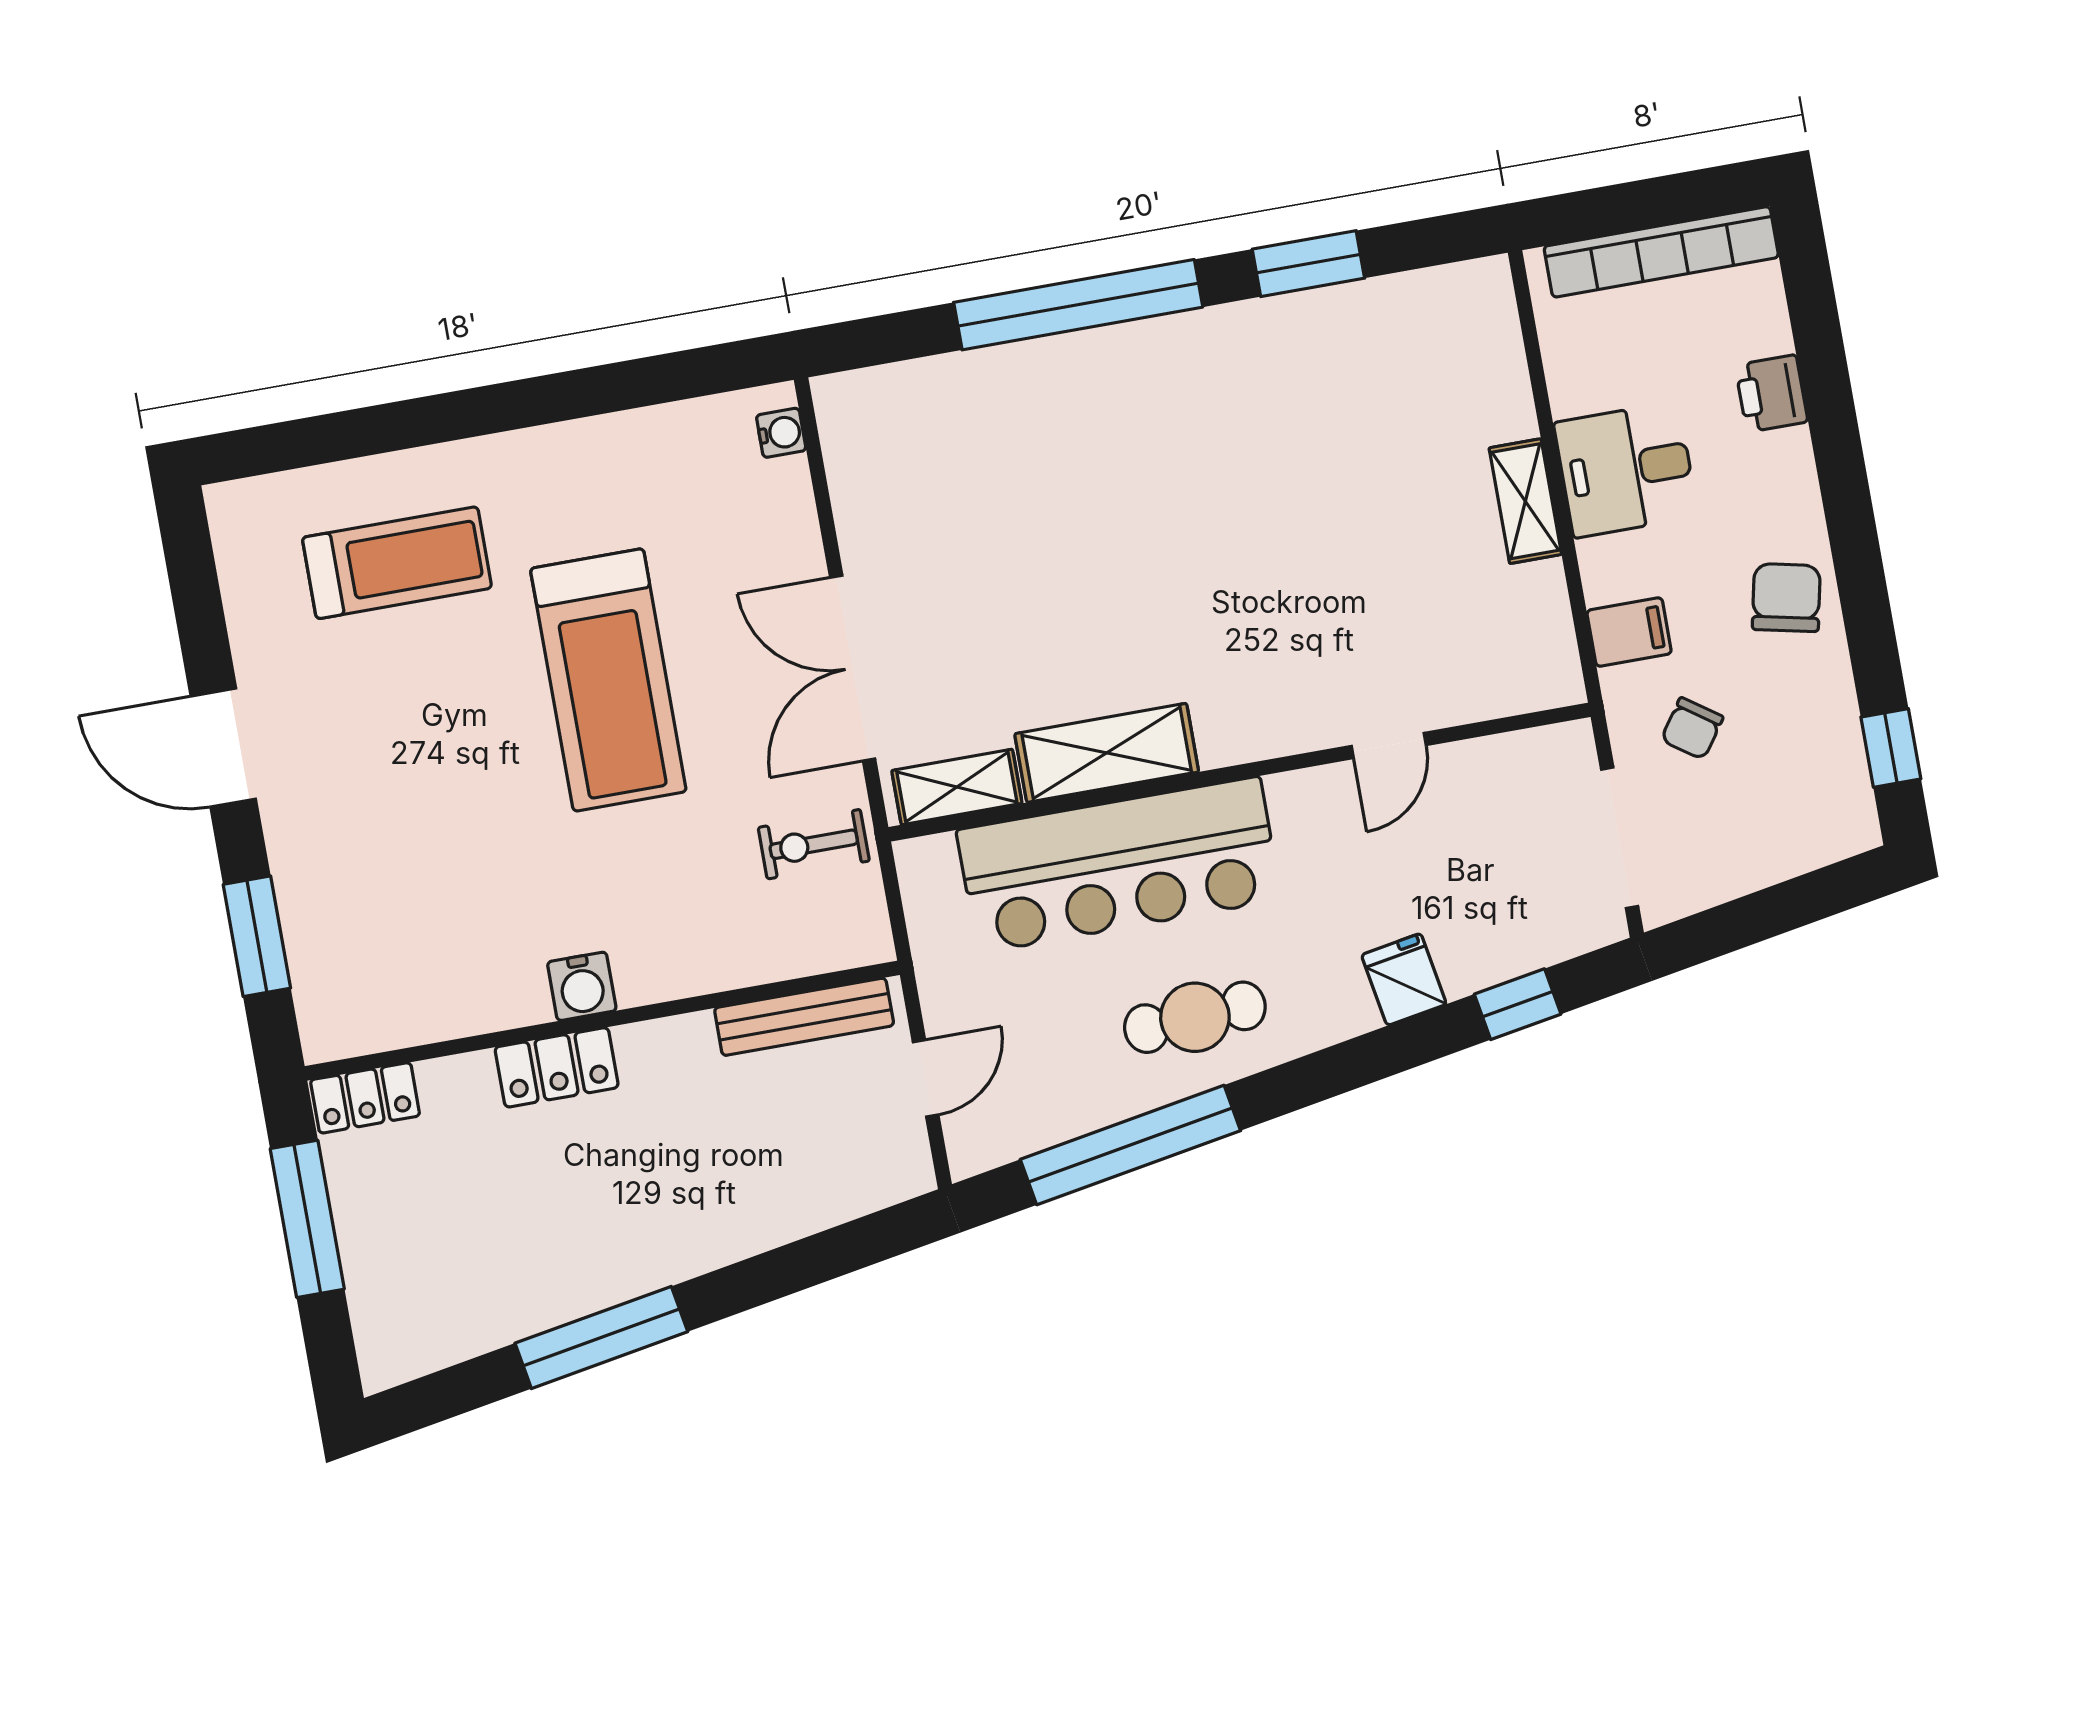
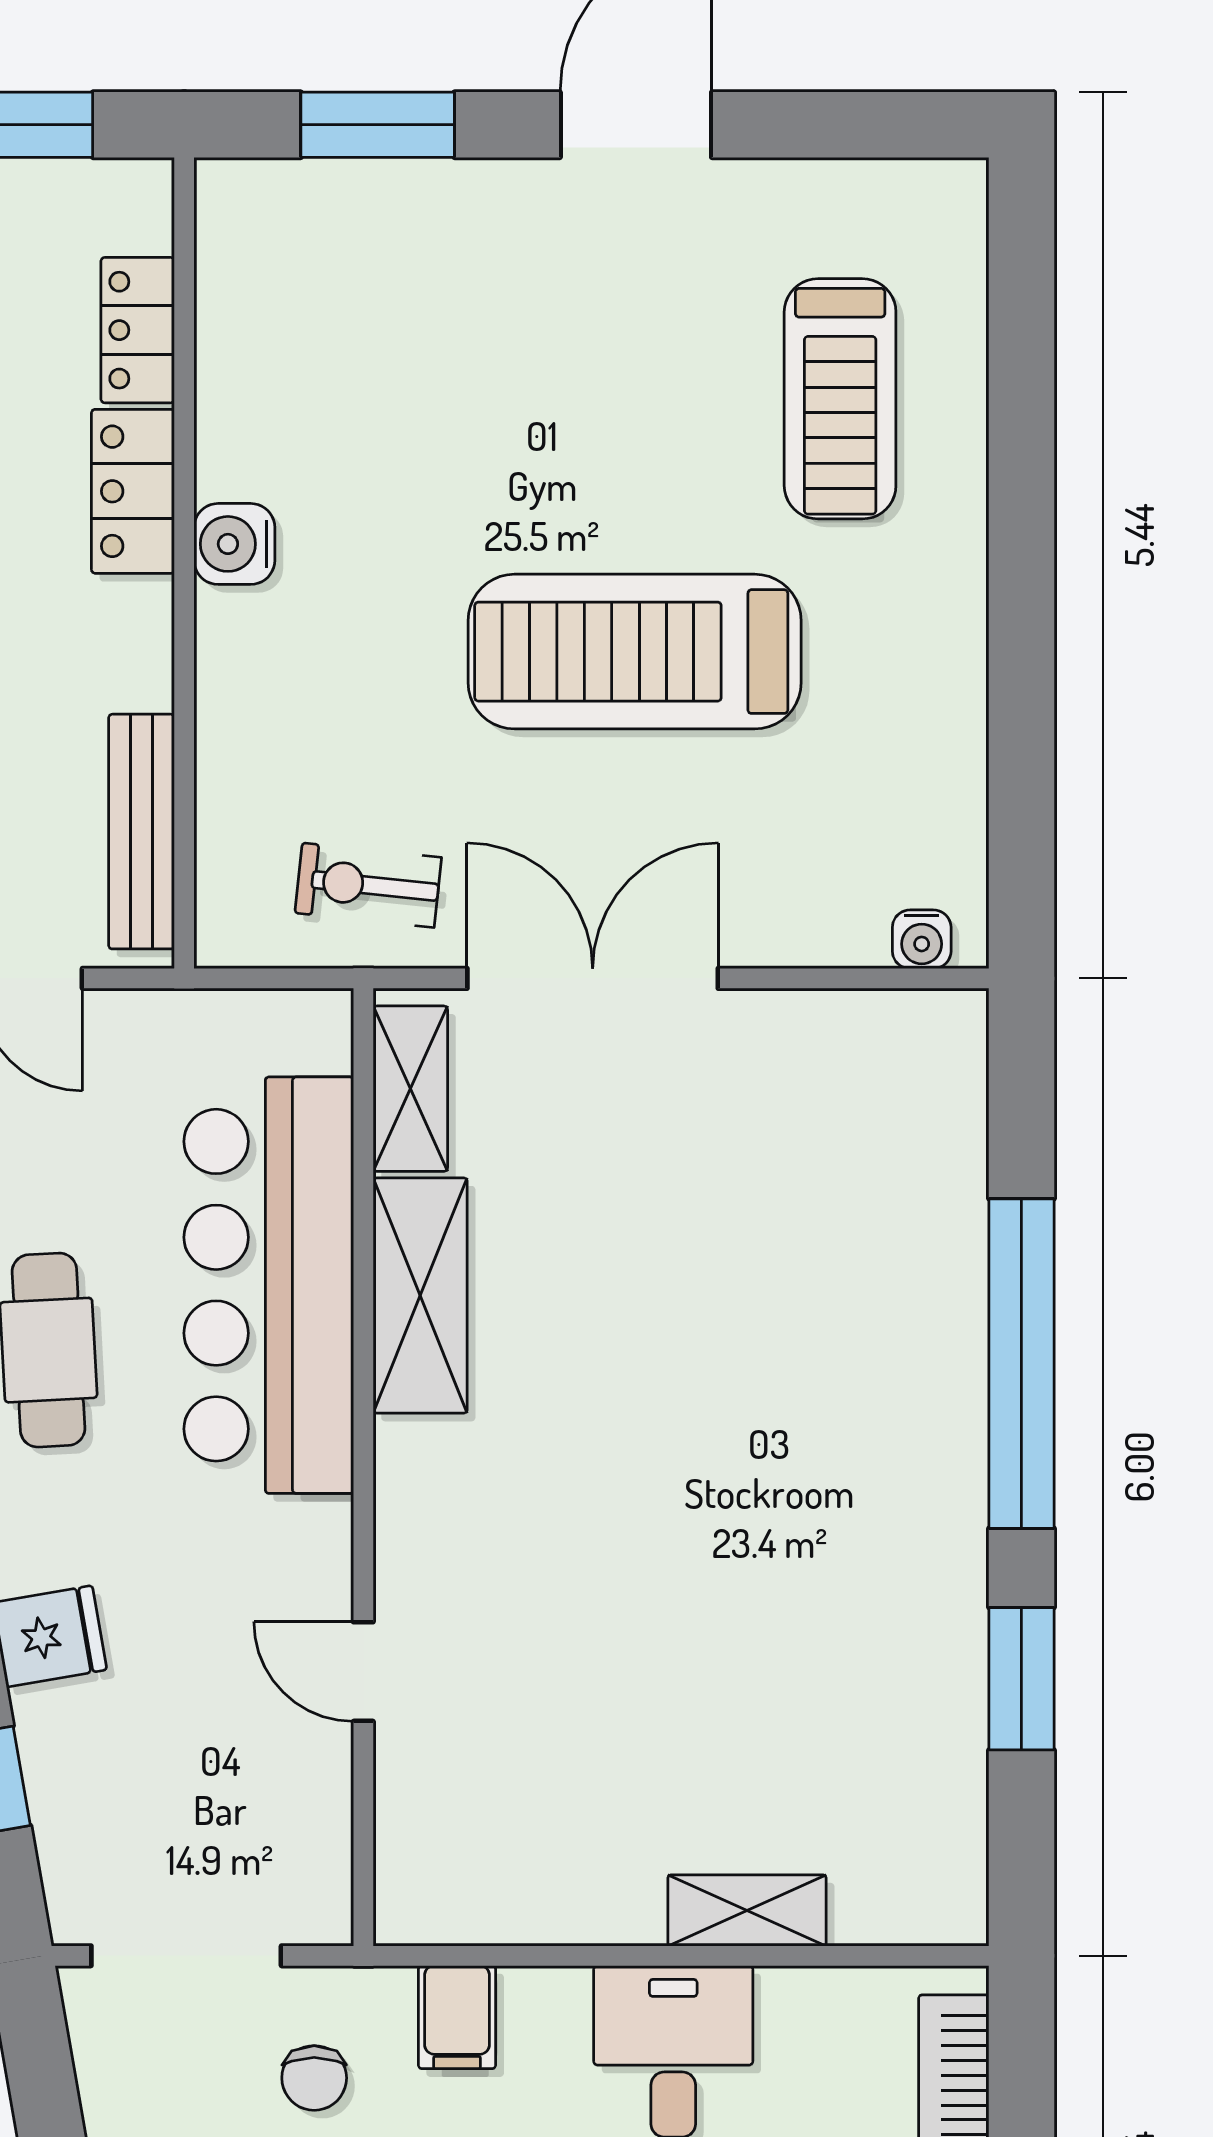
shelving: (1525, 501) -> (747, 1910), moved
chair: (1692, 728) -> (314, 2078), turned -125
exercise bike: (814, 844) -> (368, 885), turned -84
locker: (365, 1098) -> (138, 330), moved

